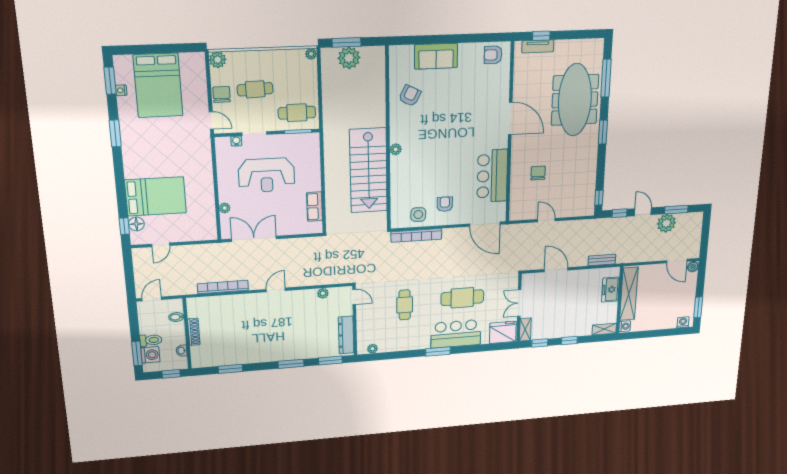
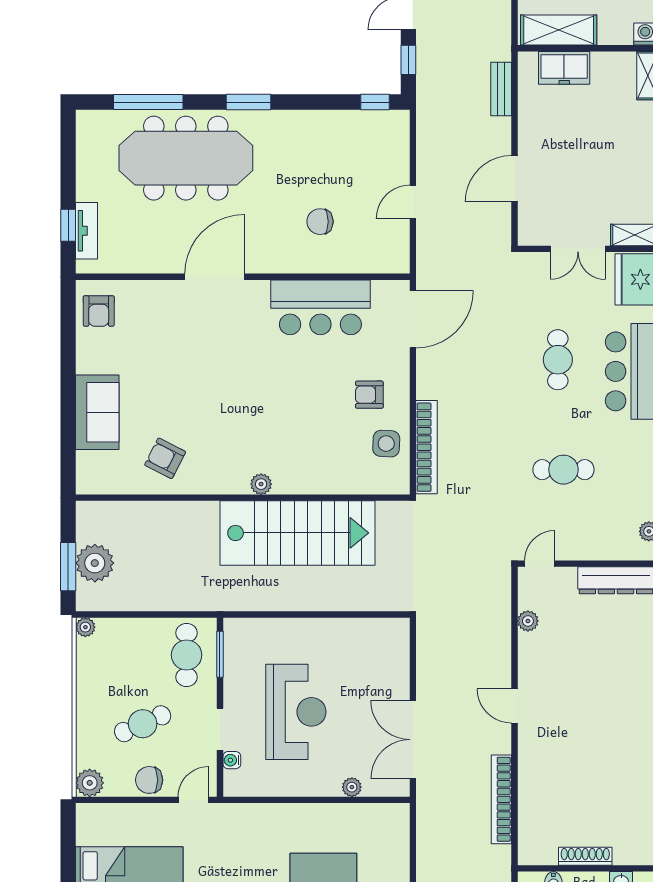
cafe table: (255, 89) -> (143, 724), turned 68
row of seats: (314, 207) -> (359, 631), removed
shelving: (629, 294) -> (559, 30), width x0.68
cafe table: (462, 298) -> (558, 360), width x0.73, depth x0.74

